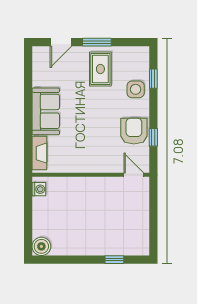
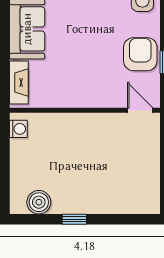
boiler: (41, 246) -> (39, 202), moved
window: (114, 260) -> (74, 219), moved

